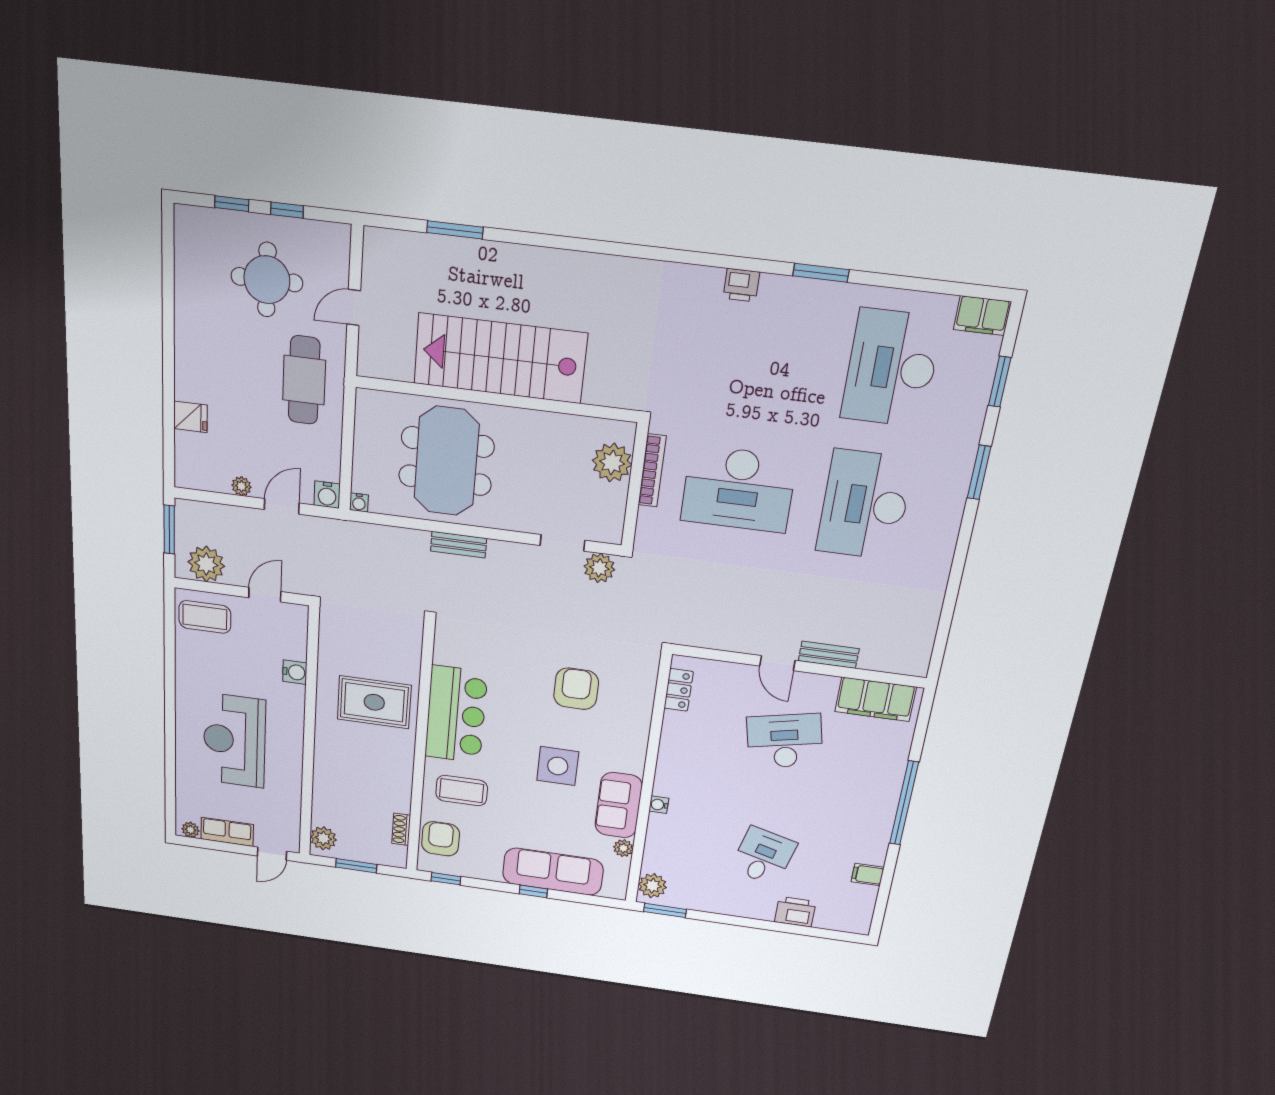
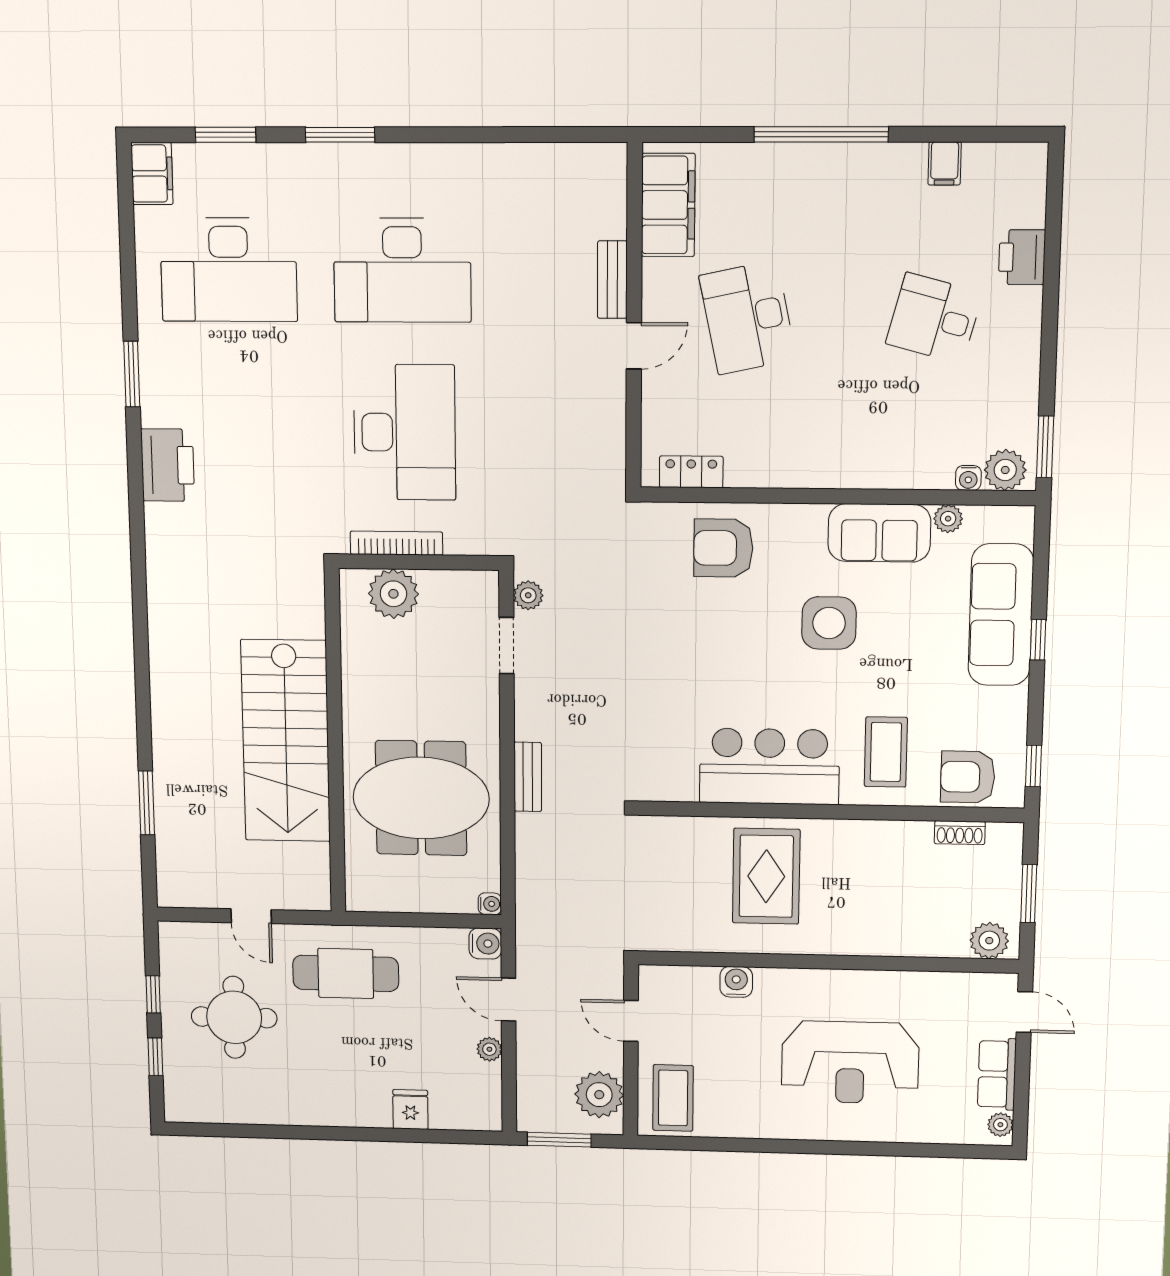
printer: (741, 285) -> (168, 465), width x1.87, depth x1.48
plant: (599, 568) -> (528, 595), width x0.73, depth x0.73
armchair: (576, 689) -> (723, 548), moved
water cooler: (659, 805) -> (968, 478), moved

